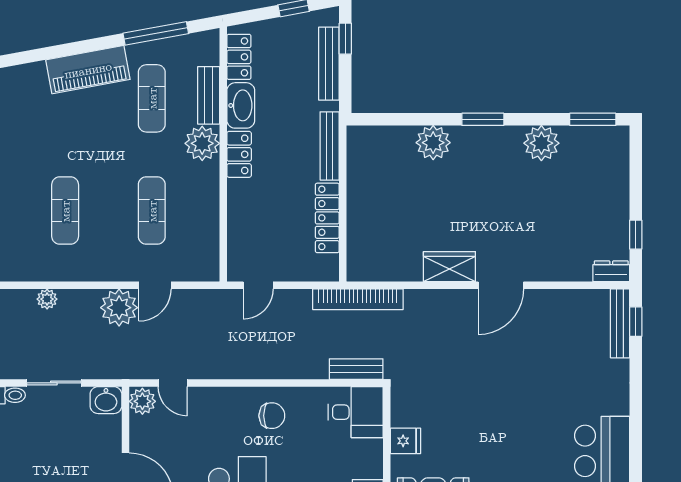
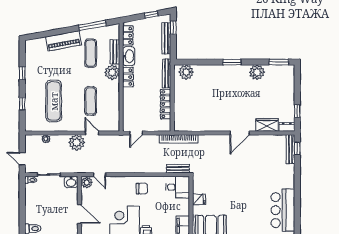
plant: (433, 143) -> (186, 72), moved
exercise mat: (65, 211) -> (54, 101), width x1.36, depth x1.45
wardrobe: (449, 267) -> (267, 125), moved
door: (155, 285) -> (92, 133), swing flipped

